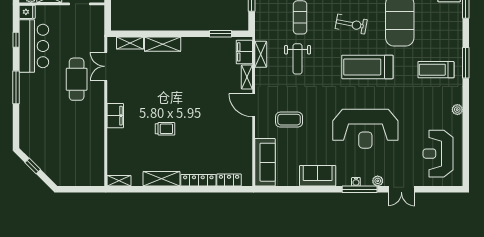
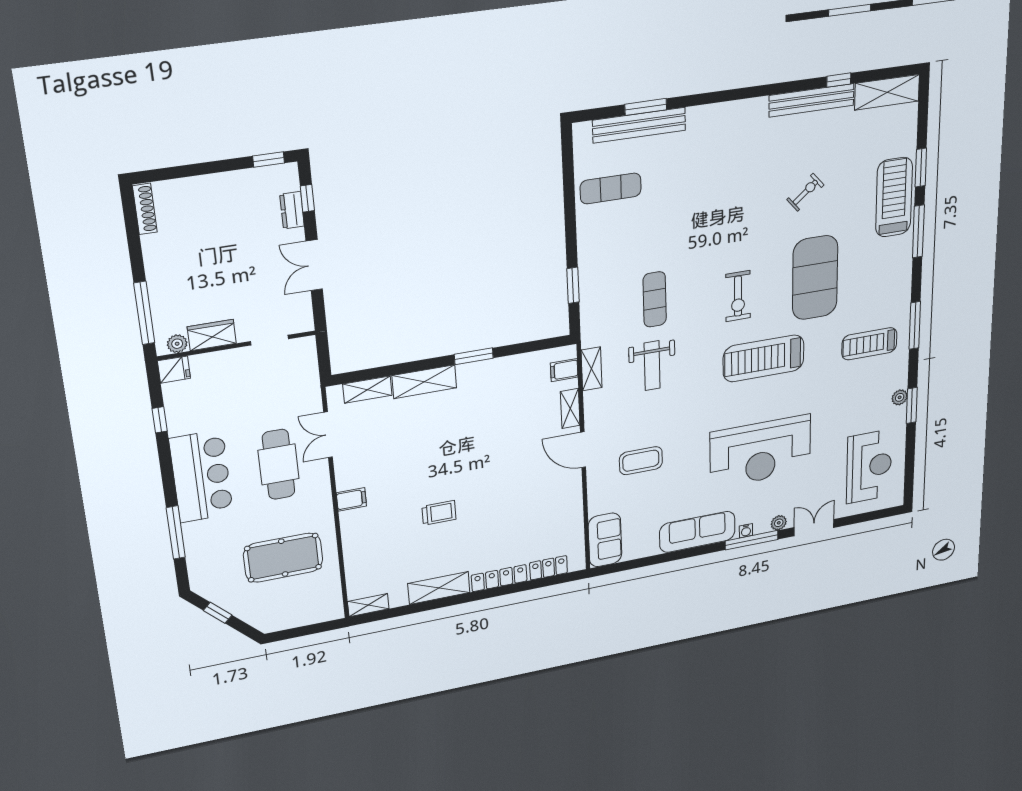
exercise bike: (351, 24) -> (738, 296), turned 79
window: (221, 34) -> (474, 356), moved
bar counter: (34, 46) -> (201, 476), moved
filing cabinet: (244, 52) -> (564, 370), width x0.50
window: (16, 87) -> (176, 533), moved
filing cabinet: (115, 116) -> (351, 499), width x0.50
window: (466, 117) -> (912, 405), added
pool table: (73, 139) -> (283, 558), added
reception desk: (438, 154) -> (869, 466), turned 180
sofa: (265, 162) -> (605, 540), width x0.73
sofa: (318, 176) -> (697, 532), width x1.36
double door: (401, 189) -> (814, 528), swing flipped

